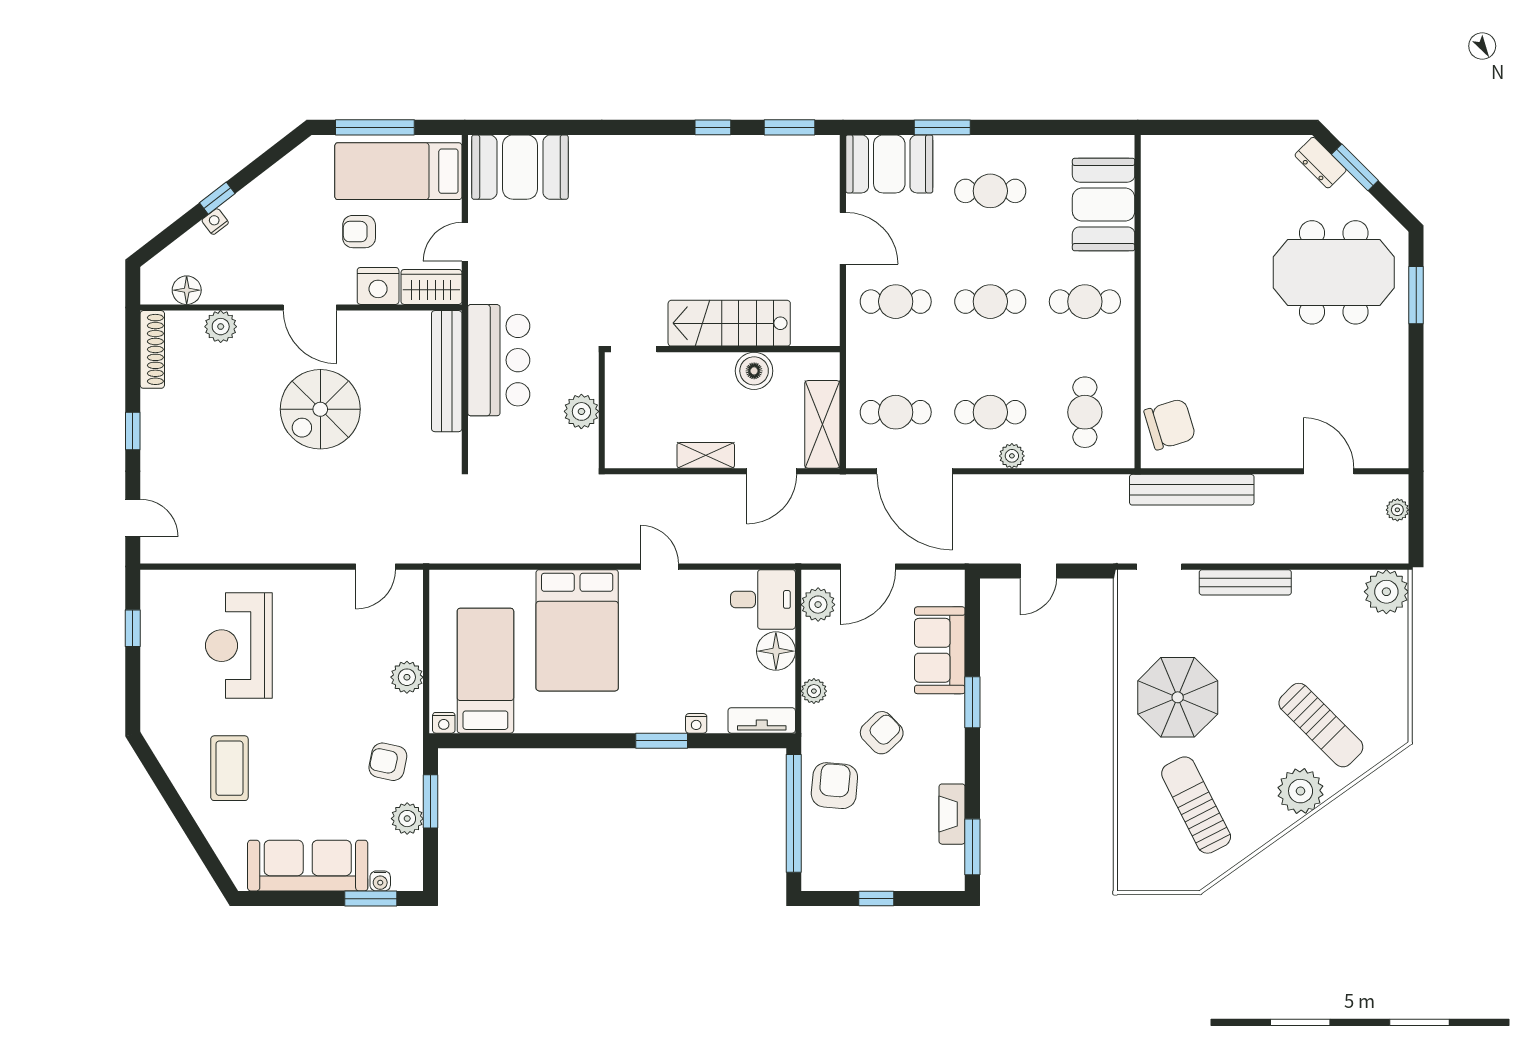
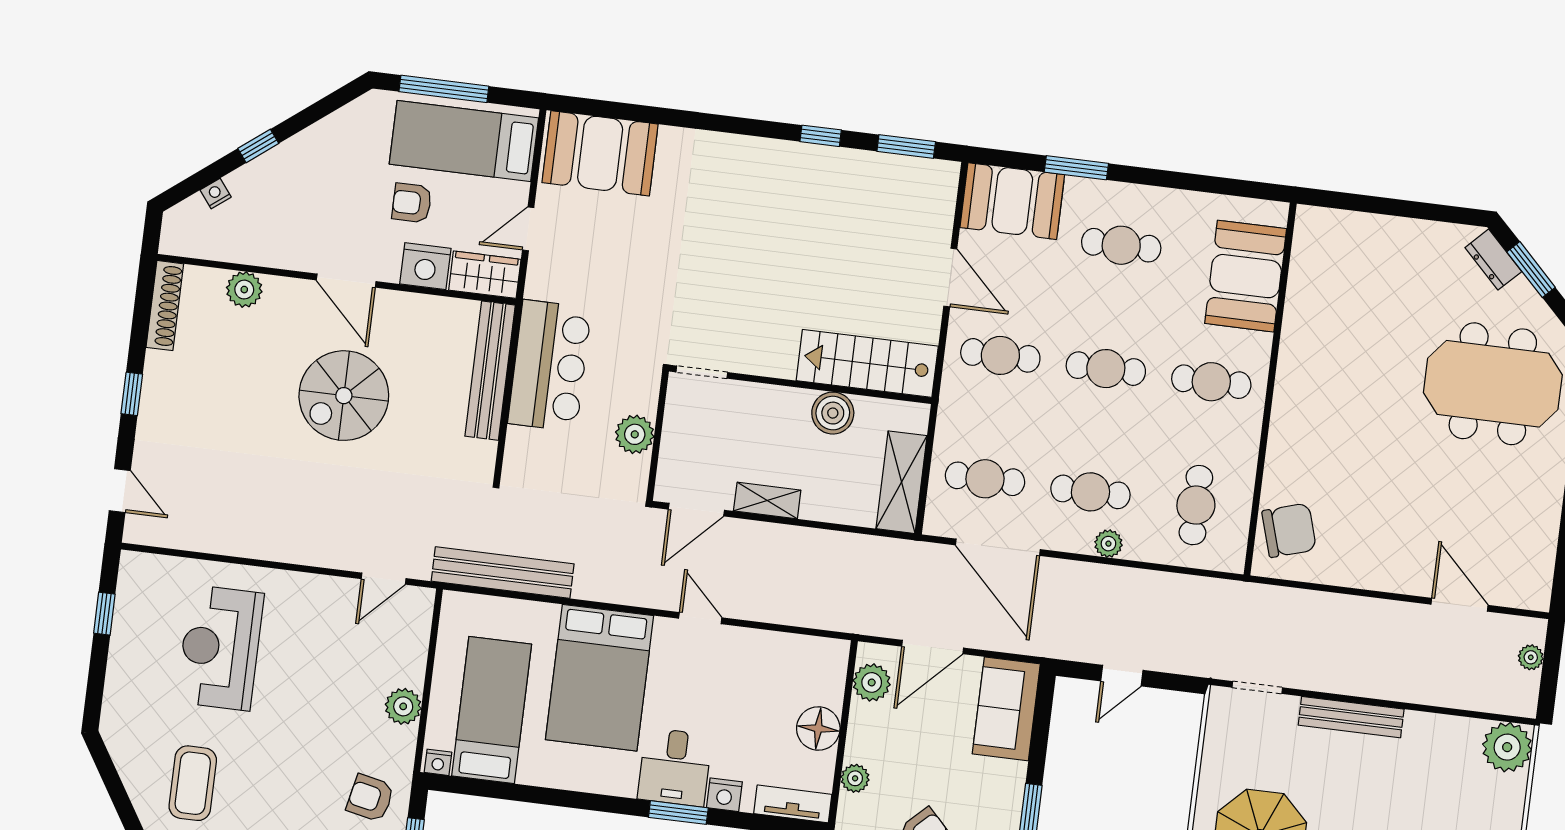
nightstand: (215, 222) -> (216, 194), moved
floor lamp: (187, 290) -> (211, 244), removed
stairs: (729, 323) -> (867, 363), moved
door: (772, 471) -> (696, 510), moved
bench: (1192, 490) -> (503, 573), moved
desk: (763, 599) -> (675, 767), moved, turned 90
sofa: (940, 650) -> (1006, 709), moved
nightstand: (696, 723) -> (724, 795), width x1.39, depth x1.35

